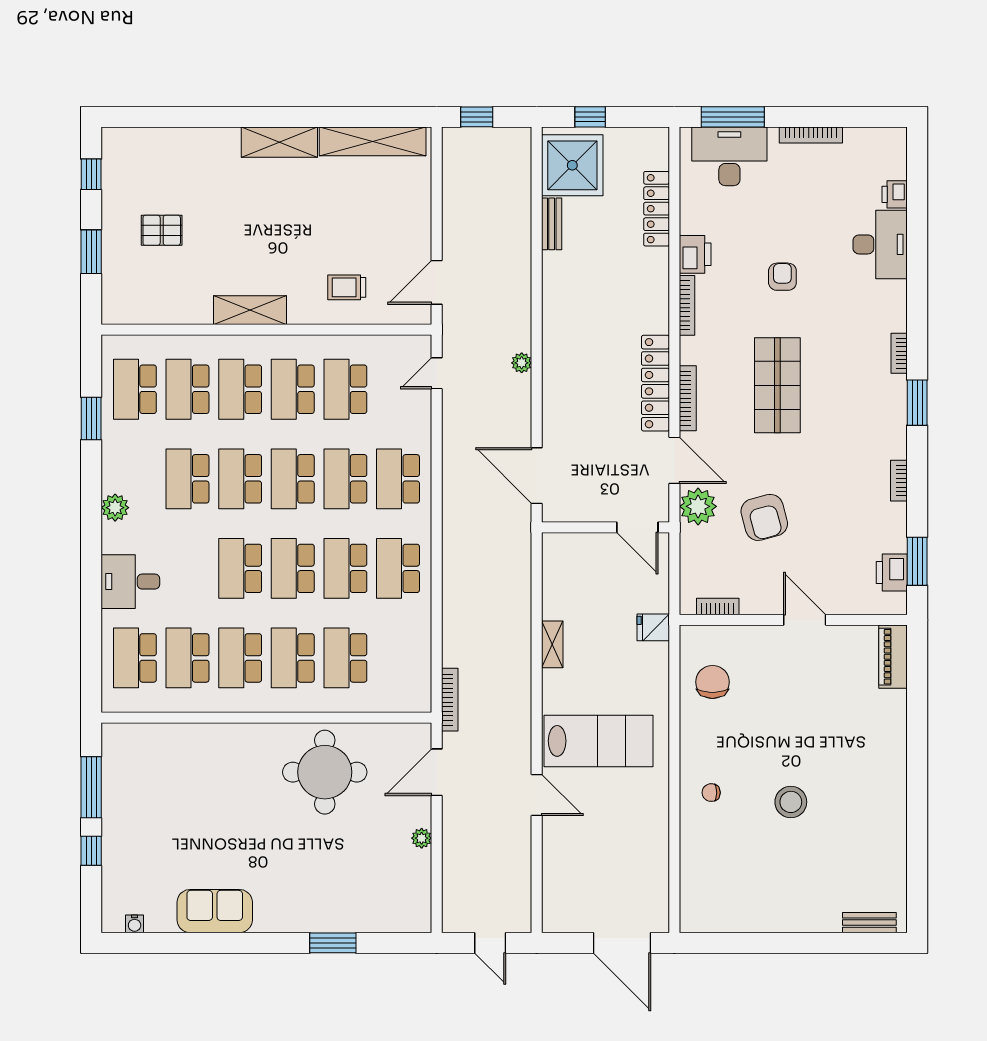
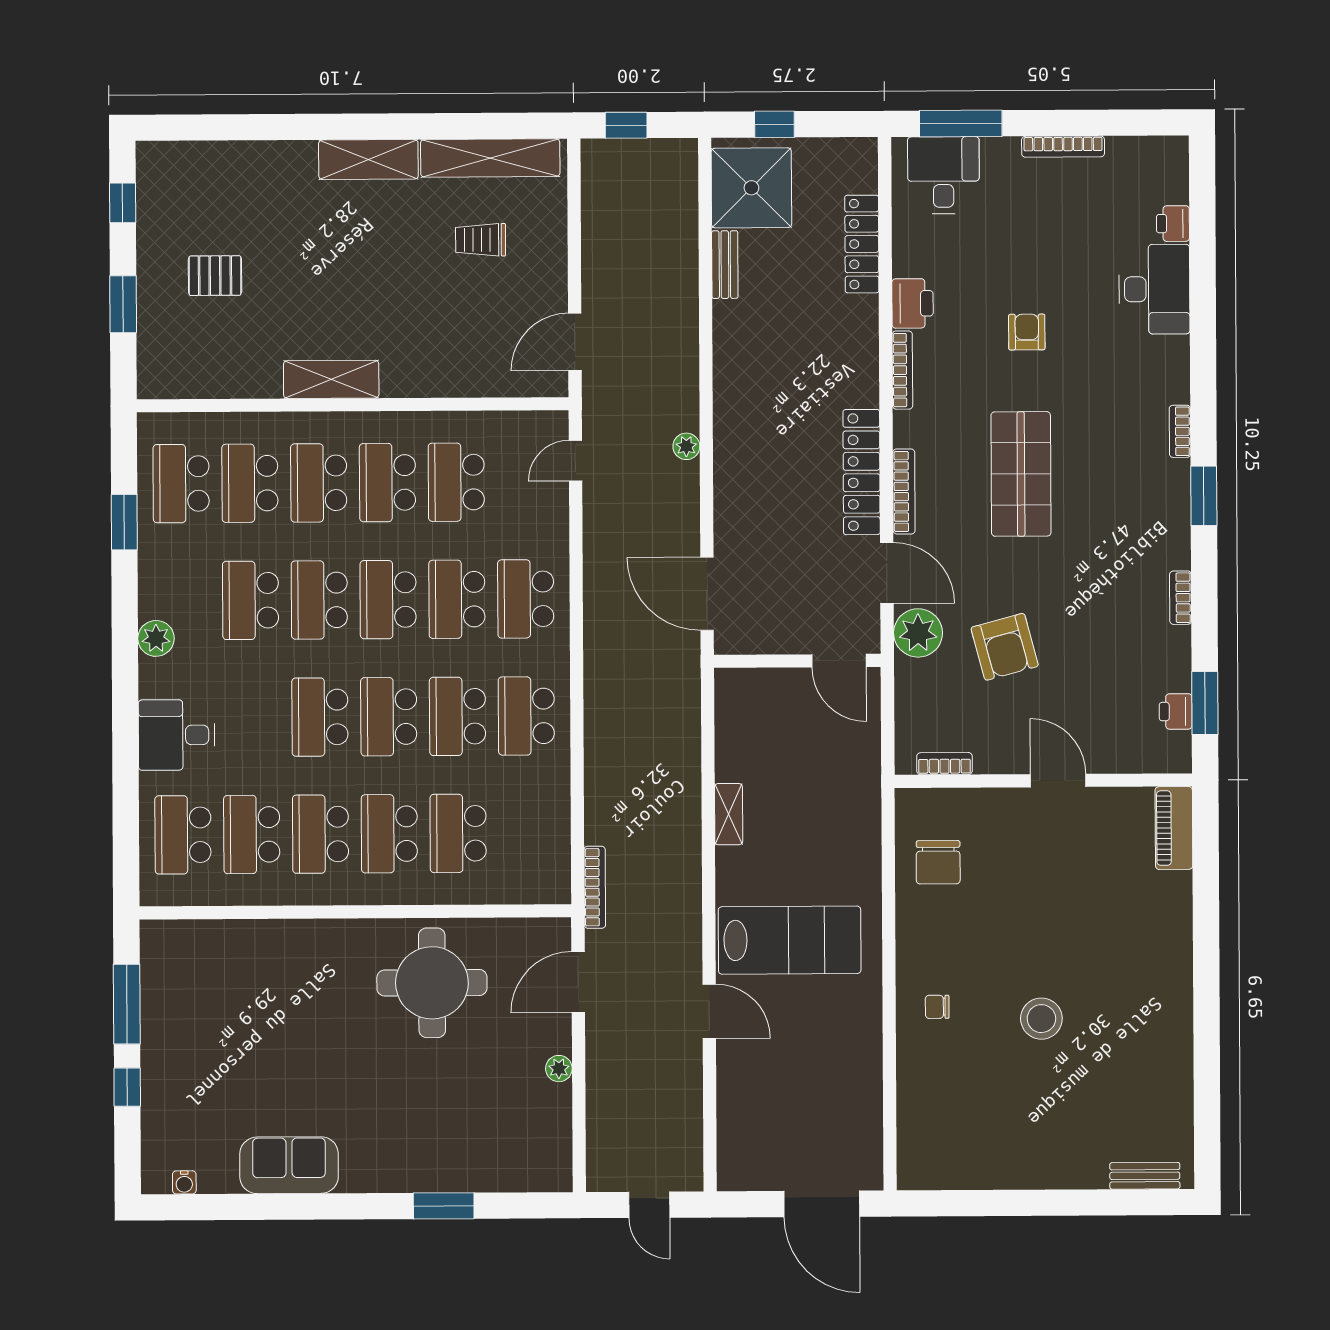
desk: (729, 156) -> (943, 175), width x0.73
trolley: (347, 287) -> (481, 240), moved
printer: (892, 573) -> (1176, 711), width x0.73, depth x0.81
fridge: (653, 627) -> (860, 791), removed
chair: (712, 682) -> (938, 862), turned 180

